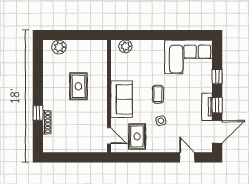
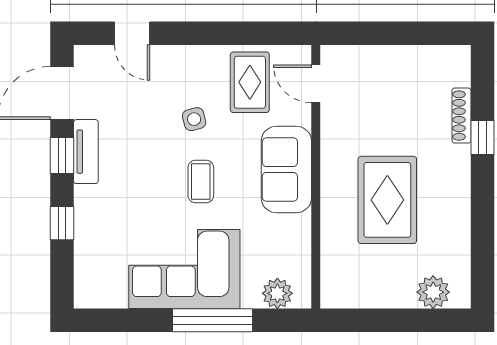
window: (153, 35) -> (213, 320), added
corner sofa: (188, 57) -> (184, 269), moved
rug: (78, 86) -> (387, 200), width x1.36, depth x1.43

